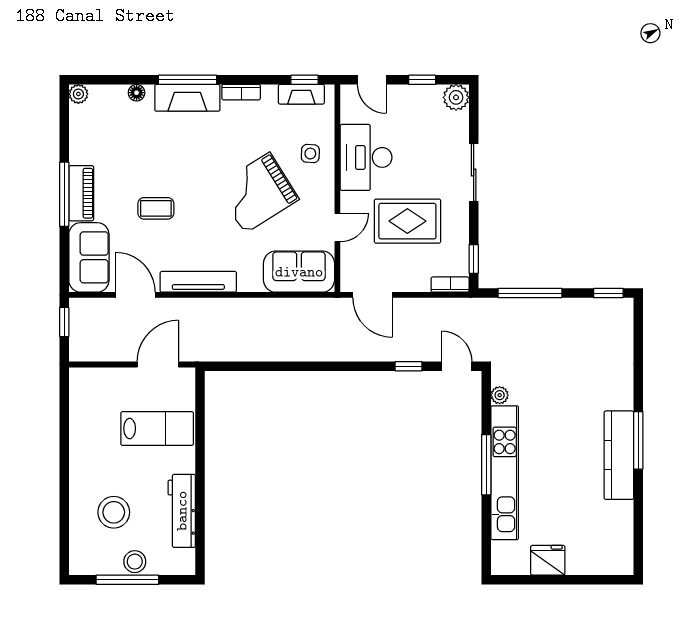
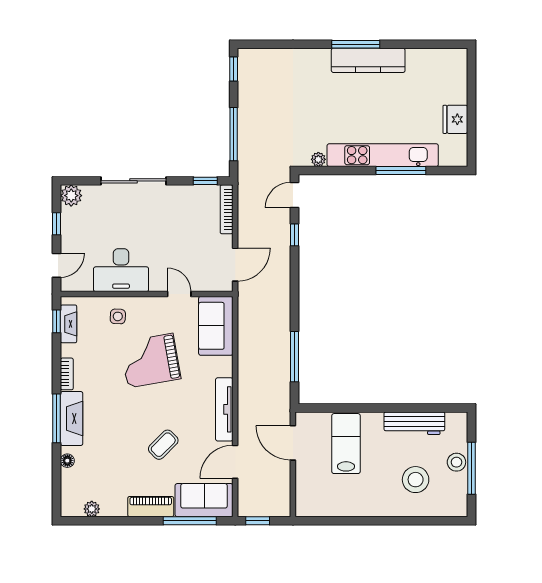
plant: (78, 94) -> (92, 509), moved
sliding door: (474, 173) -> (134, 181), width x1.37
grand piano: (257, 193) -> (150, 361), turned 112
window: (64, 194) -> (190, 521), moved
coffee table: (156, 208) -> (163, 445), turned 45
rug: (407, 221) -> (174, 236), removed
bookcase: (450, 285) -> (227, 209), width x1.56
window: (262, 366) -> (294, 357), added
window: (486, 465) -> (401, 170), moved

